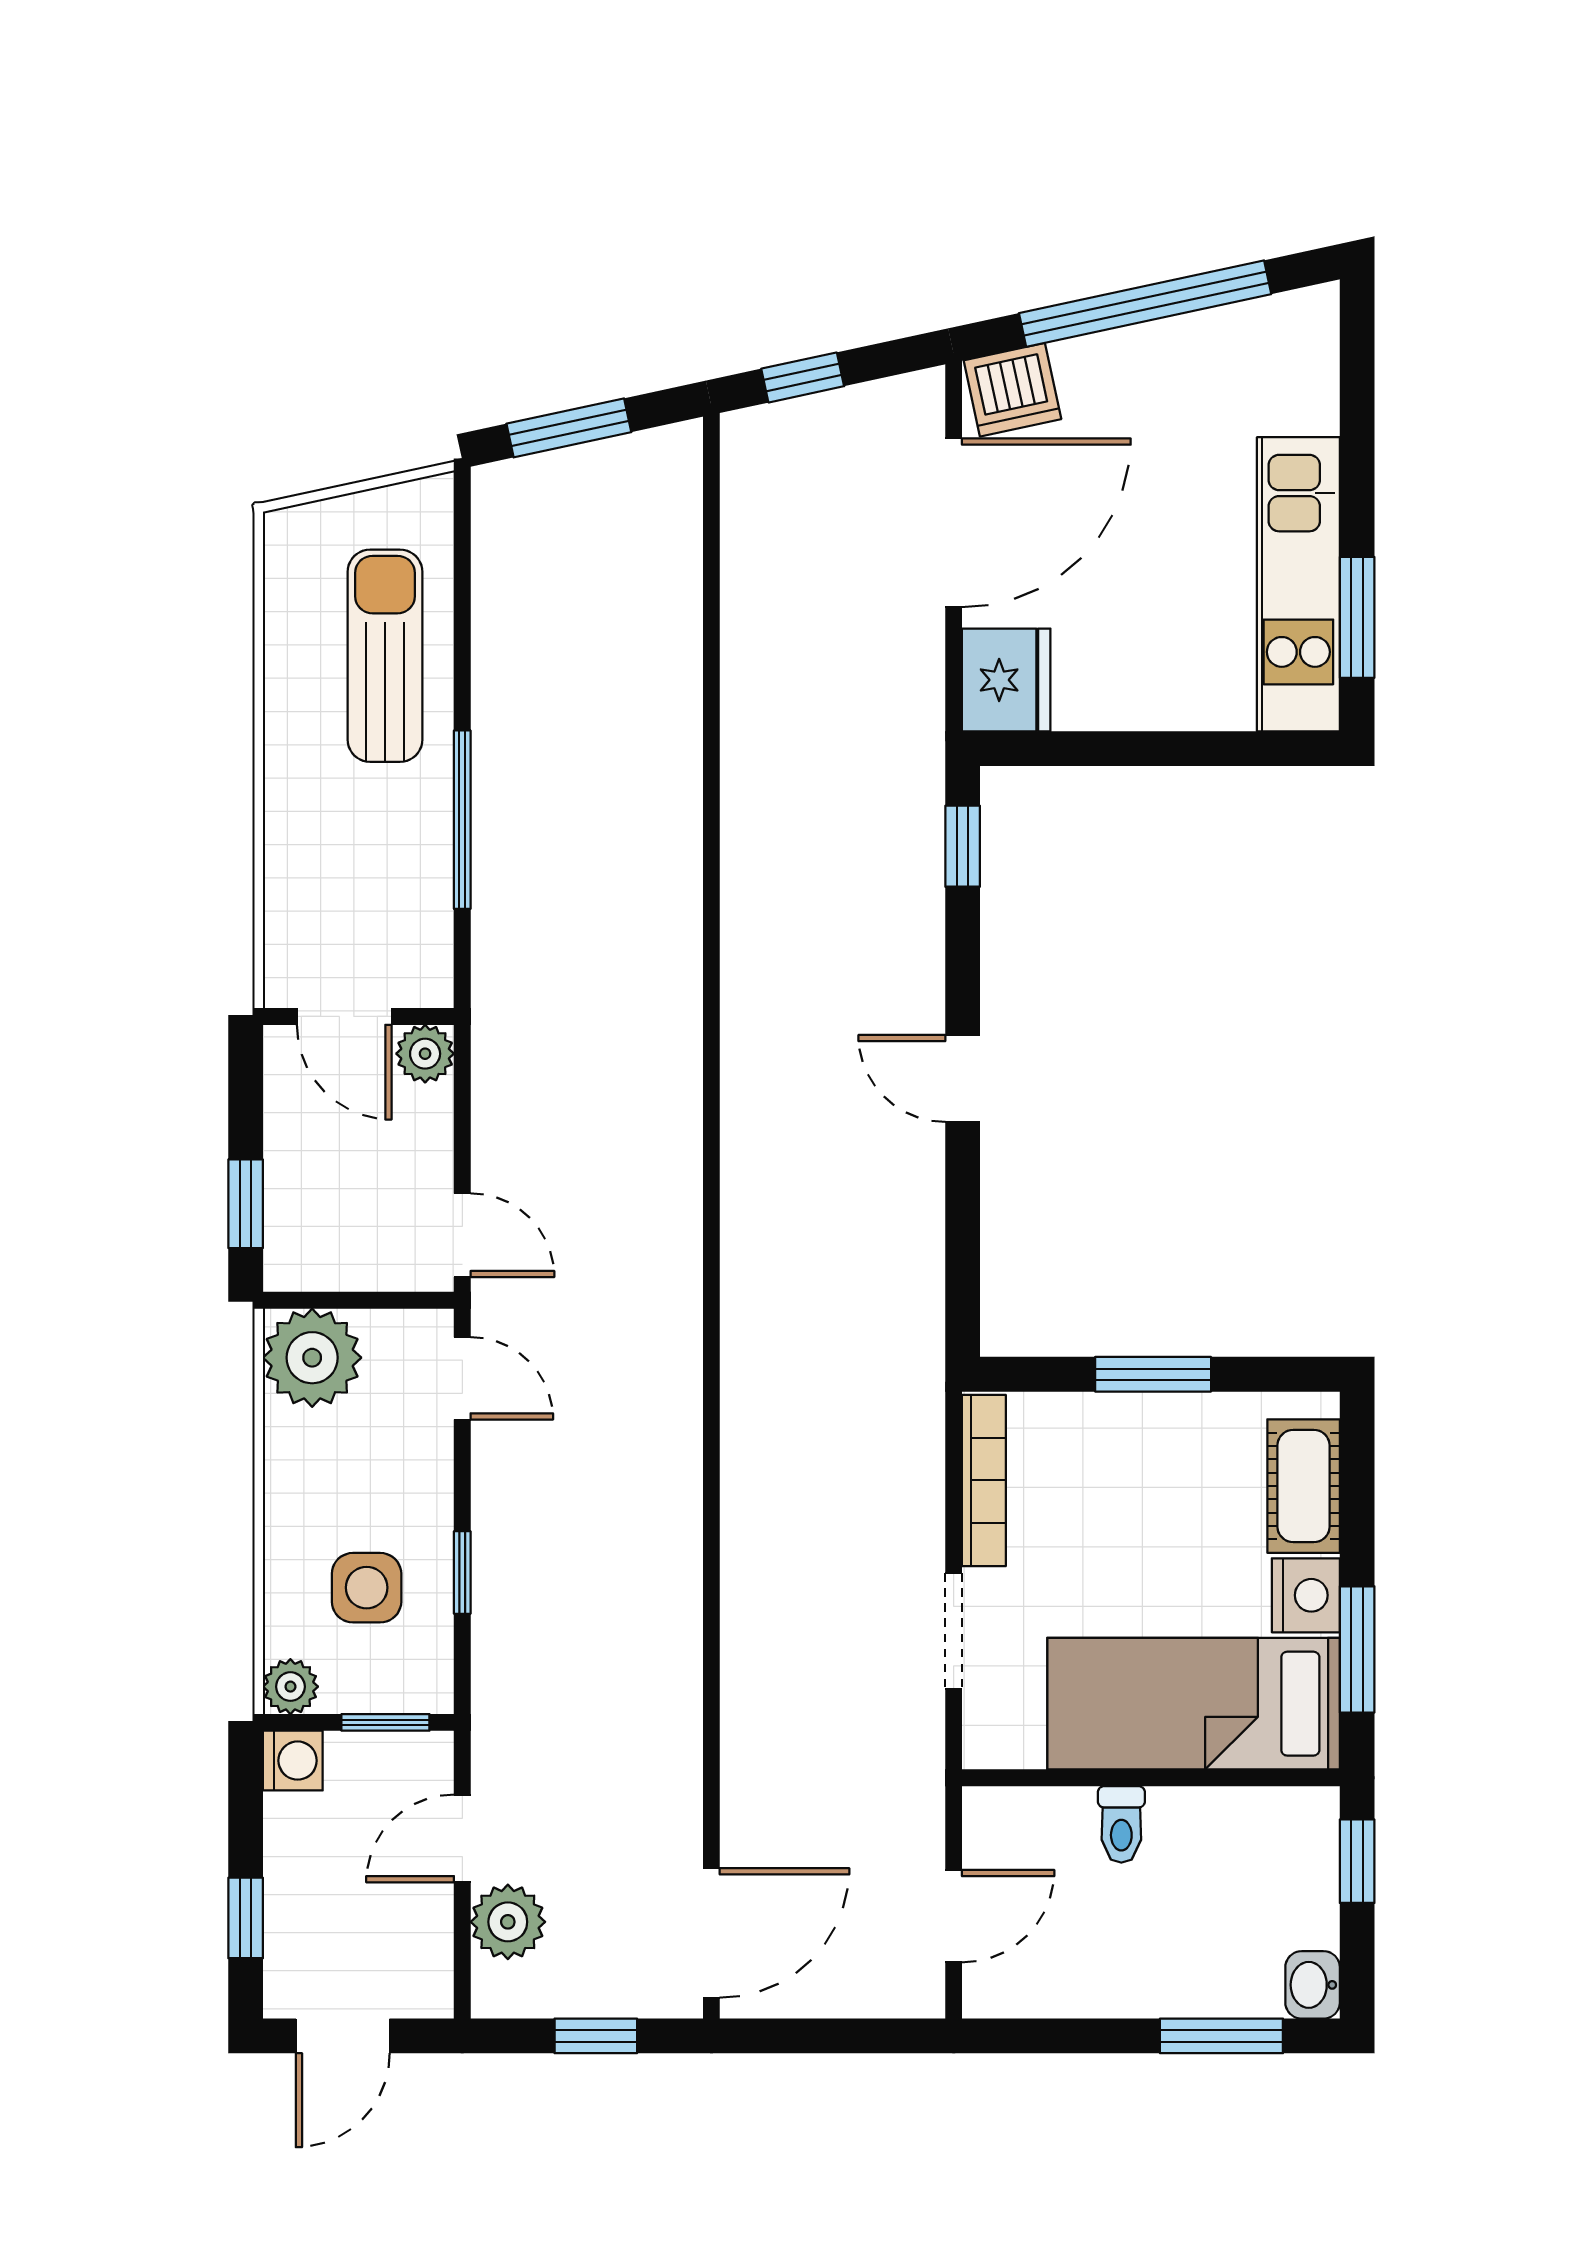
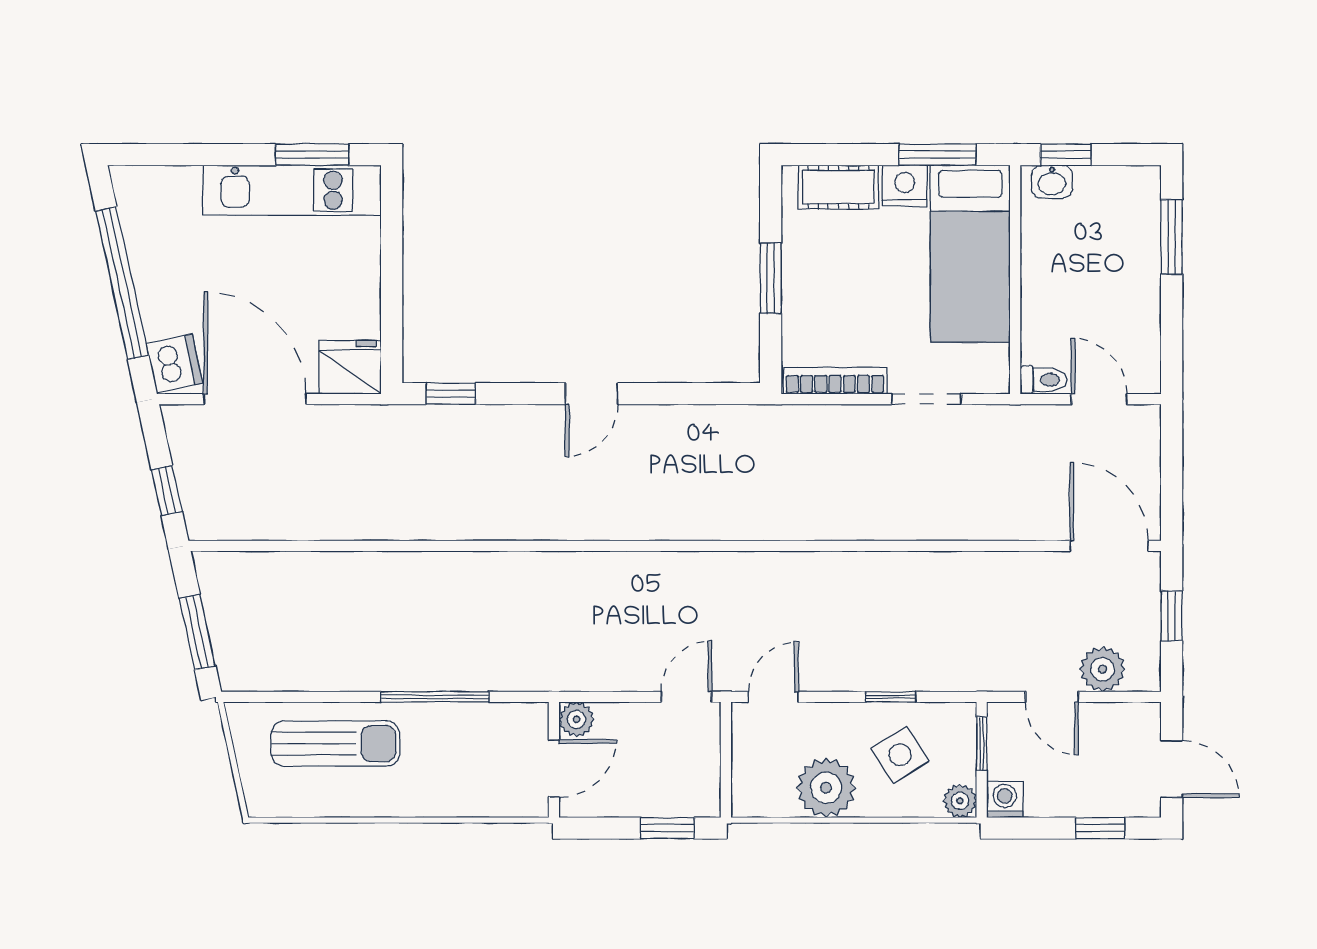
sun lounger: (385, 656) -> (335, 744), turned 180
plant: (312, 1358) -> (826, 788), moved
side table: (367, 1588) -> (900, 755), turned -32
toilet: (1121, 1824) -> (1043, 380), moved
washbasin: (1313, 1985) -> (1052, 182), moved

